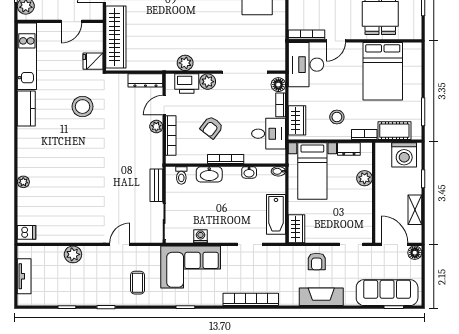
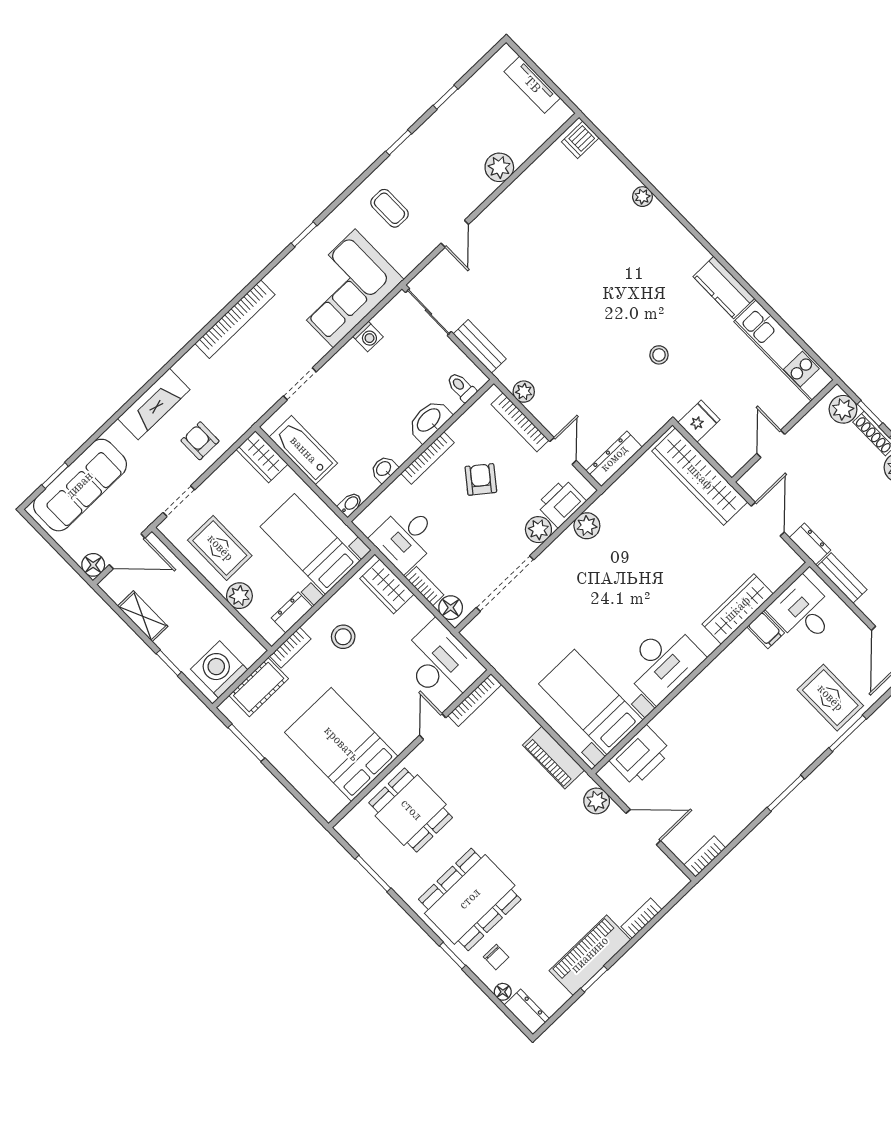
stool: (82, 107) -> (659, 355), width x0.53, depth x0.53
plant: (156, 127) -> (524, 392), moved
rug: (353, 207) -> (220, 548), added

